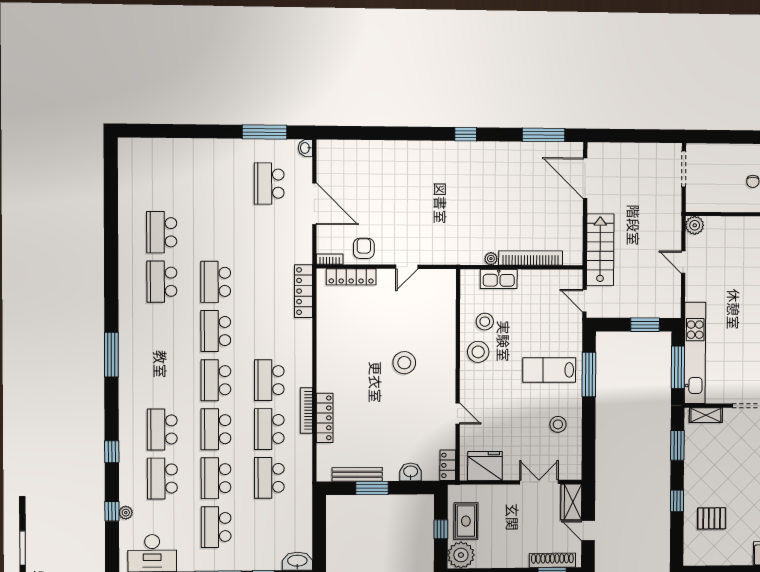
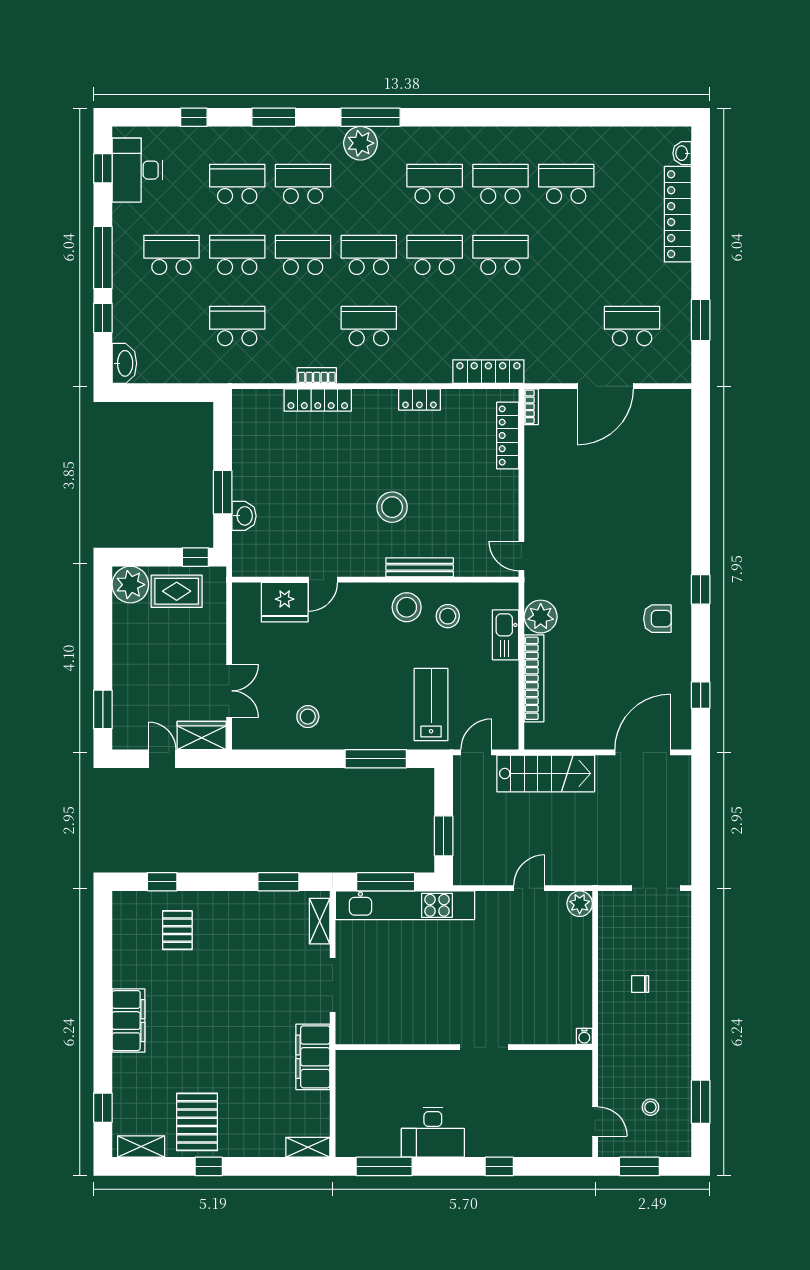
window: (265, 132) -> (701, 320), width x0.69
window: (544, 135) -> (701, 695), width x0.46
locker: (185, 148) -> (678, 214), added
washbasin: (305, 148) -> (682, 153), moved, turned -90
armchair: (364, 248) -> (657, 619), moved
plant: (491, 259) -> (541, 617), width x1.87, depth x1.87
door: (407, 267) -> (521, 556), moved
window: (111, 355) -> (371, 117), moved
lab bench: (549, 370) -> (431, 705), moved
bookcase: (306, 410) -> (317, 376), width x0.64
school desk: (269, 429) -> (435, 184), moved
window: (112, 452) -> (274, 117), width x1.50
locker: (448, 465) -> (419, 400), moved, turned 180
fridge: (485, 466) -> (285, 602), moved, turned 90
bench: (357, 474) -> (420, 567), moved, turned 90
window: (372, 488) -> (223, 492), moved
window: (677, 501) -> (162, 882), moved
plant: (126, 513) -> (360, 143), moved, width x1.87, depth x1.87
window: (441, 529) -> (195, 557), moved
door: (588, 530) -> (162, 759), hinge flipped
shoe rack: (552, 560) -> (122, 710), removed

